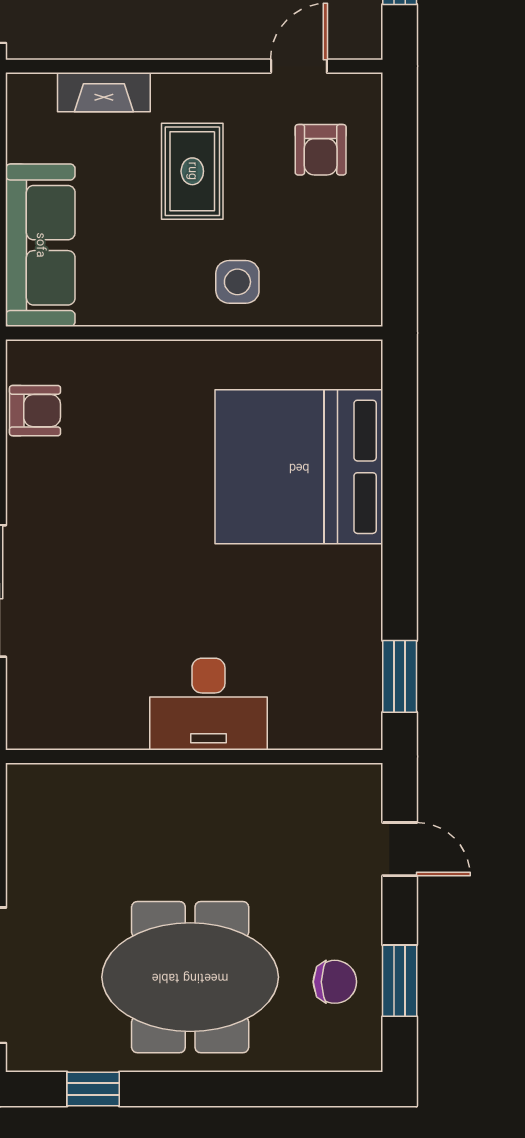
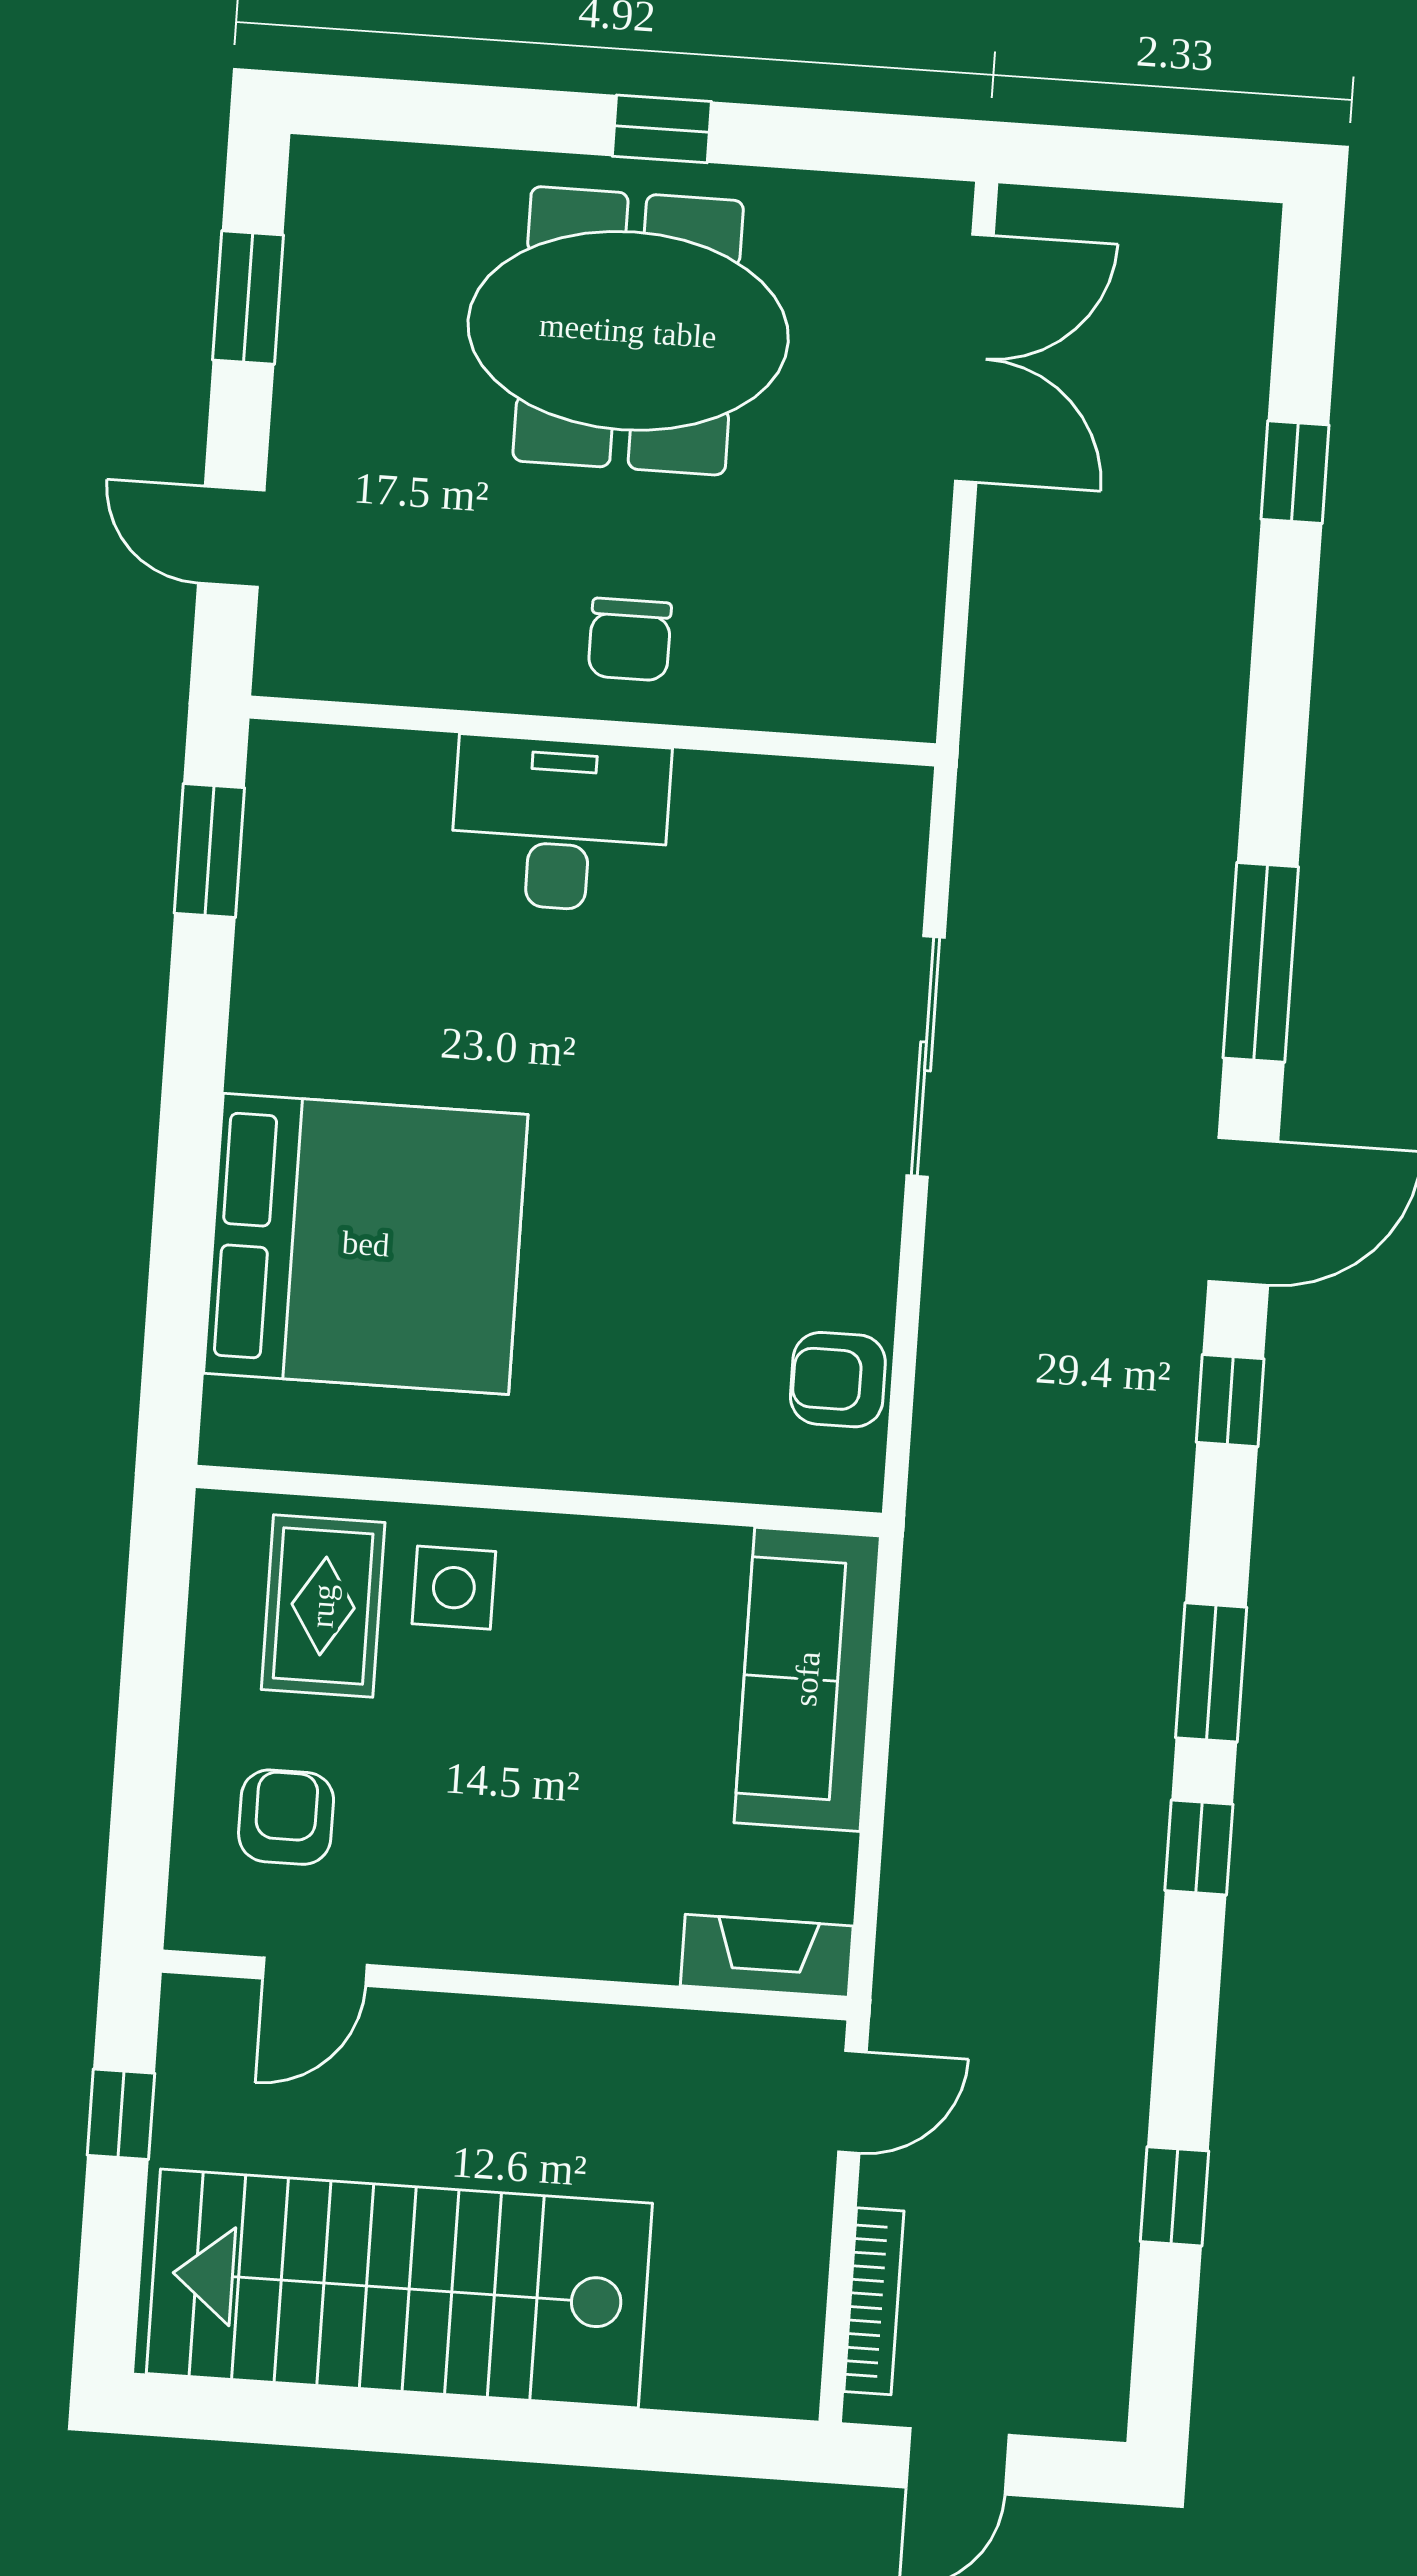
fireplace: (104, 92) -> (767, 1956), moved
rug: (192, 171) -> (323, 1606), moved
chair: (335, 982) -> (630, 640), moved, turned -90
window: (93, 1089) -> (662, 129), moved

